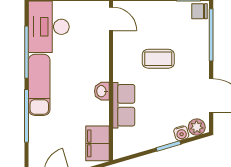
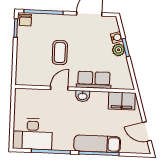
door: (111, 19) -> (59, 88), moved
exam couch: (39, 85) -> (97, 144), moved
plant: (197, 127) -> (118, 50), moved

